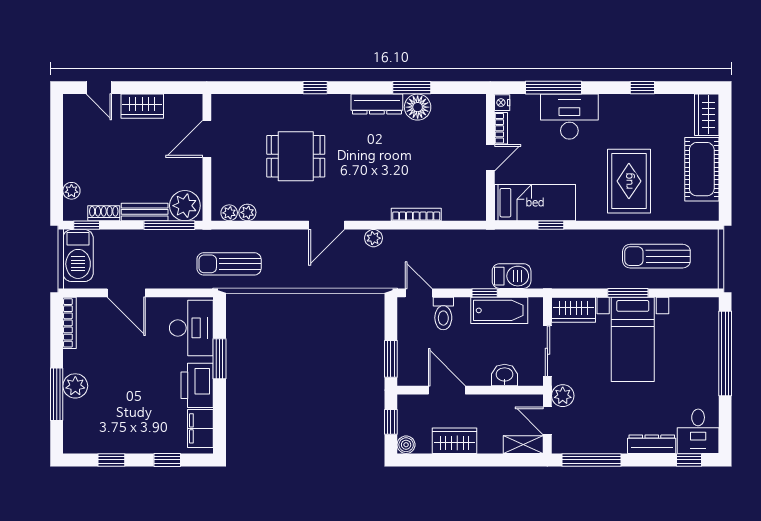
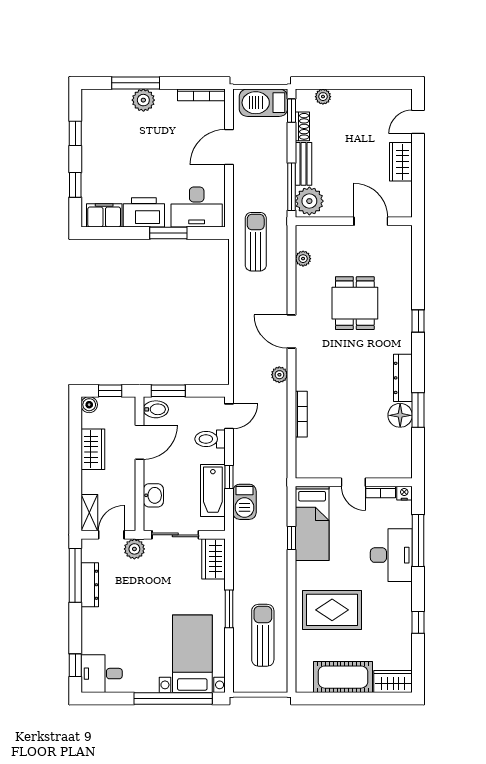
plant: (229, 213) -> (303, 242), removed
bed with nightstands: (633, 339) -> (192, 654), moved, turned 90
bidet: (411, 372) -> (156, 409), added
dresser: (652, 444) -> (90, 585), moved

